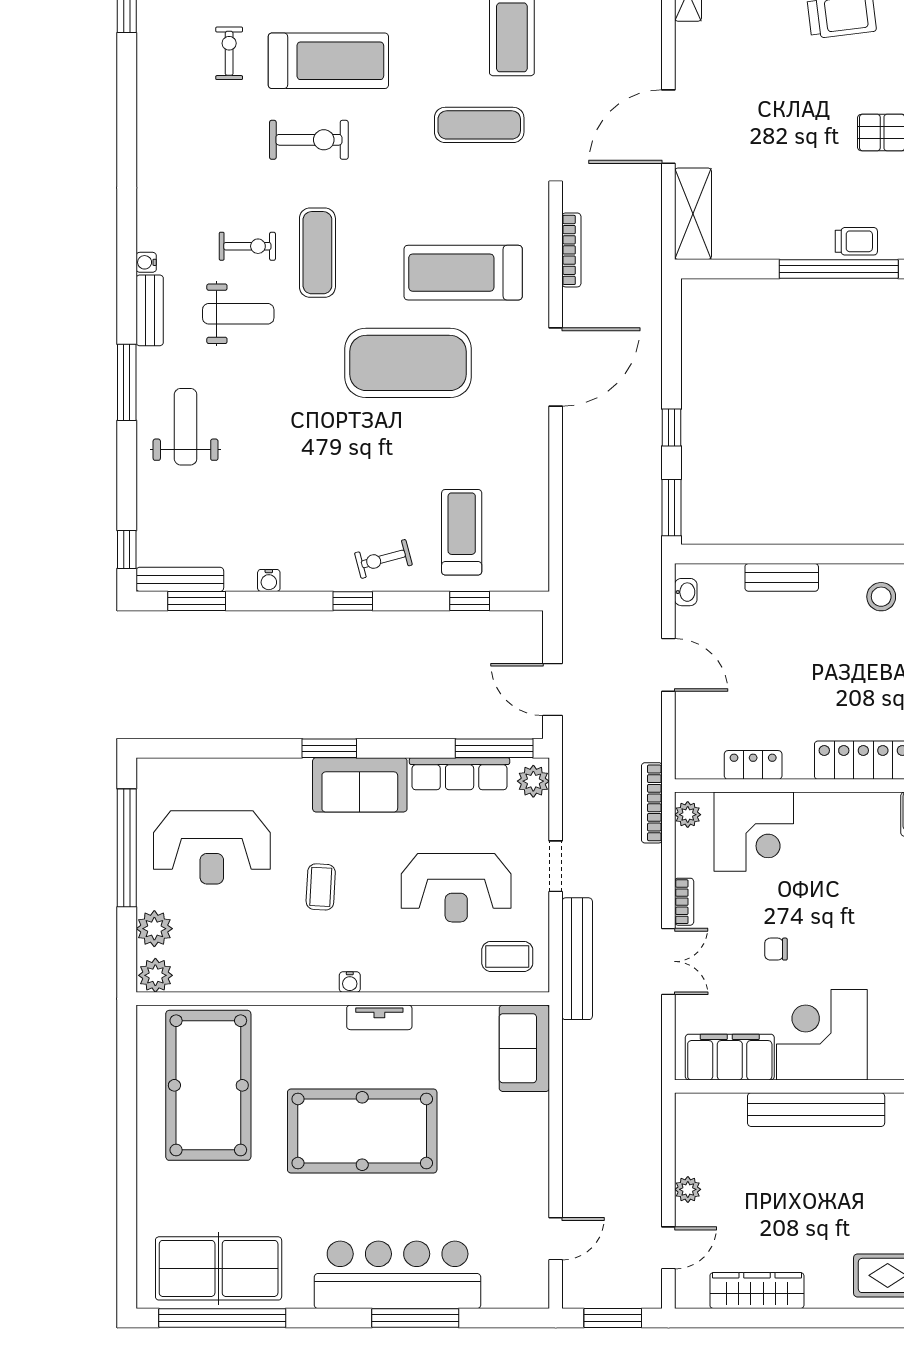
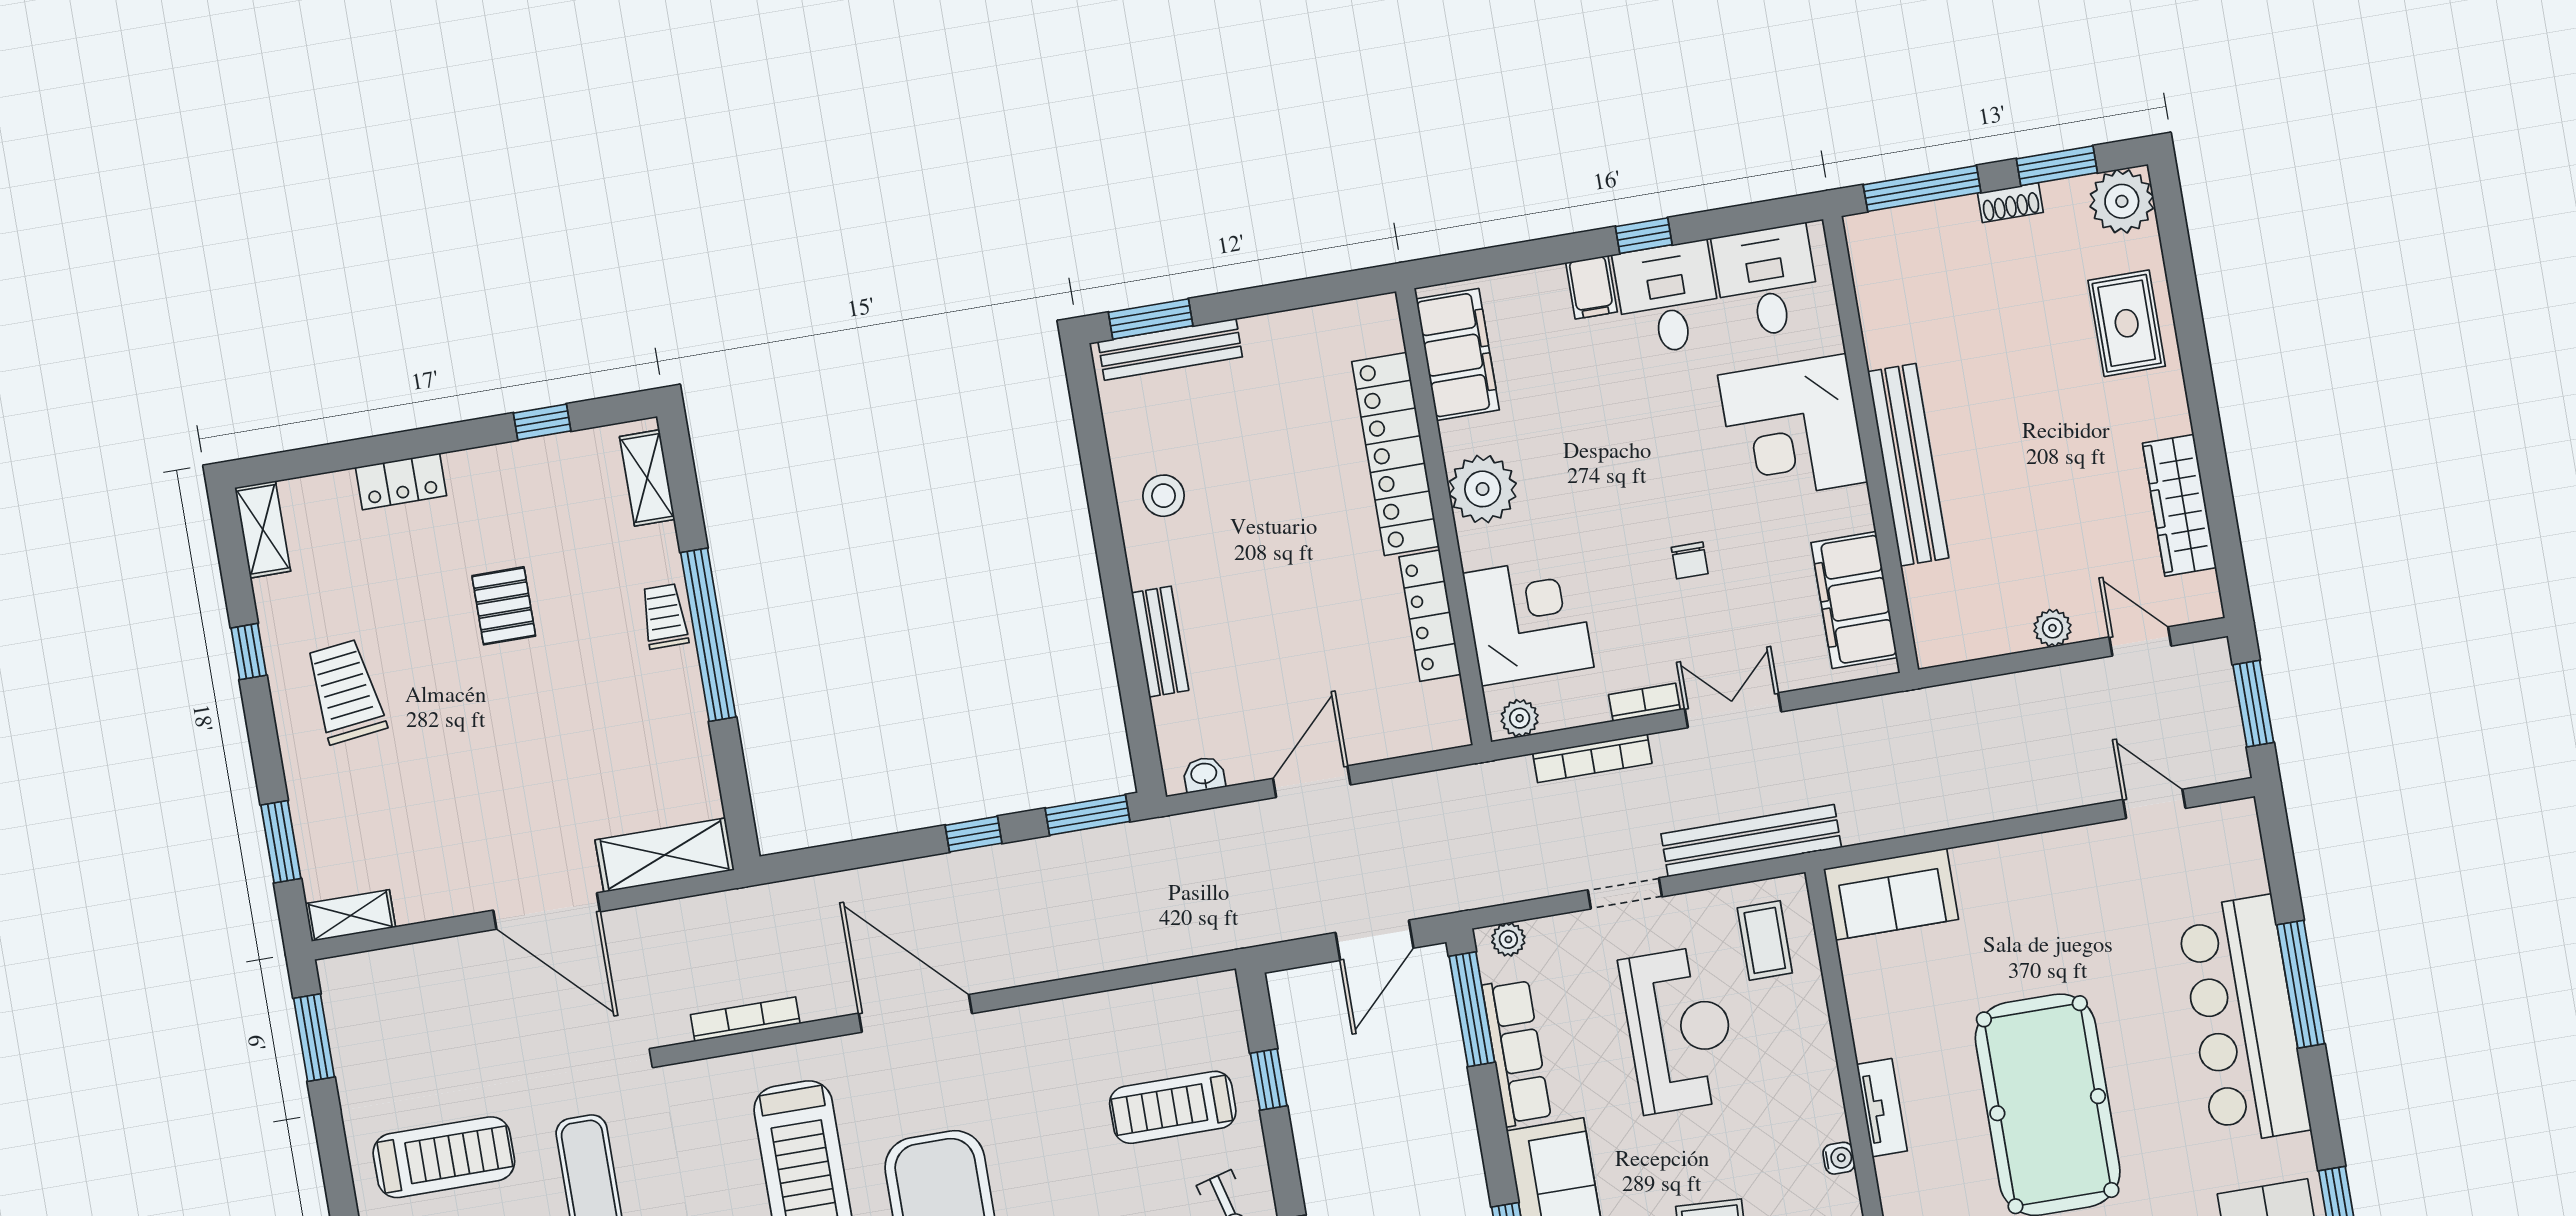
locker: (753, 765) -> (1430, 616), width x1.53
plant: (533, 781) -> (1508, 939), width x0.73, depth x0.73
bookcase: (652, 803) -> (1592, 758), moved
plant: (849, 816) -> (1483, 489), added
corner desk: (822, 1035) -> (1793, 429), moved

